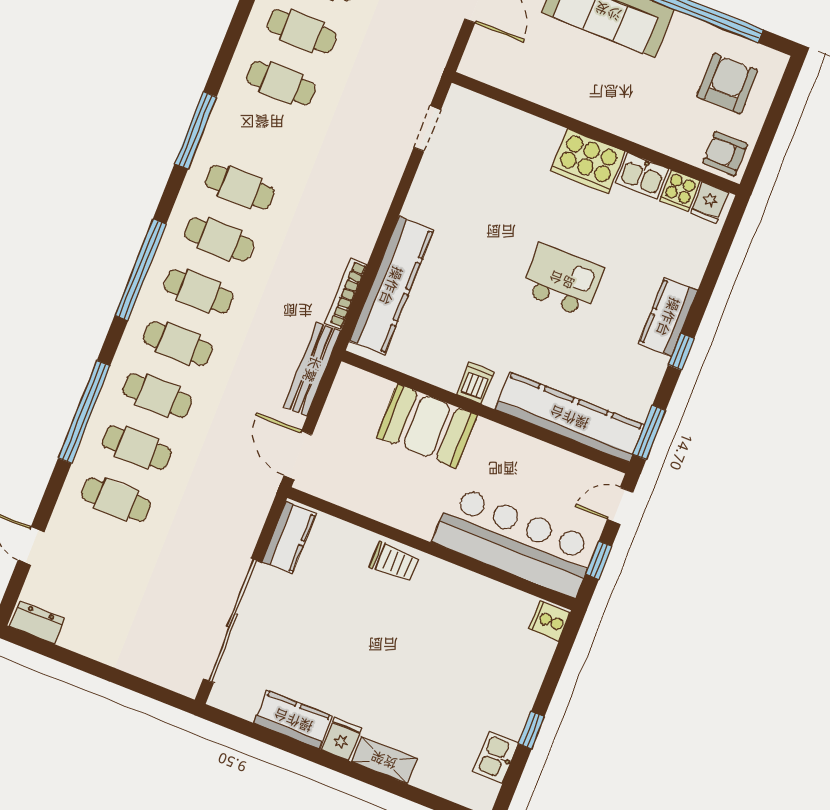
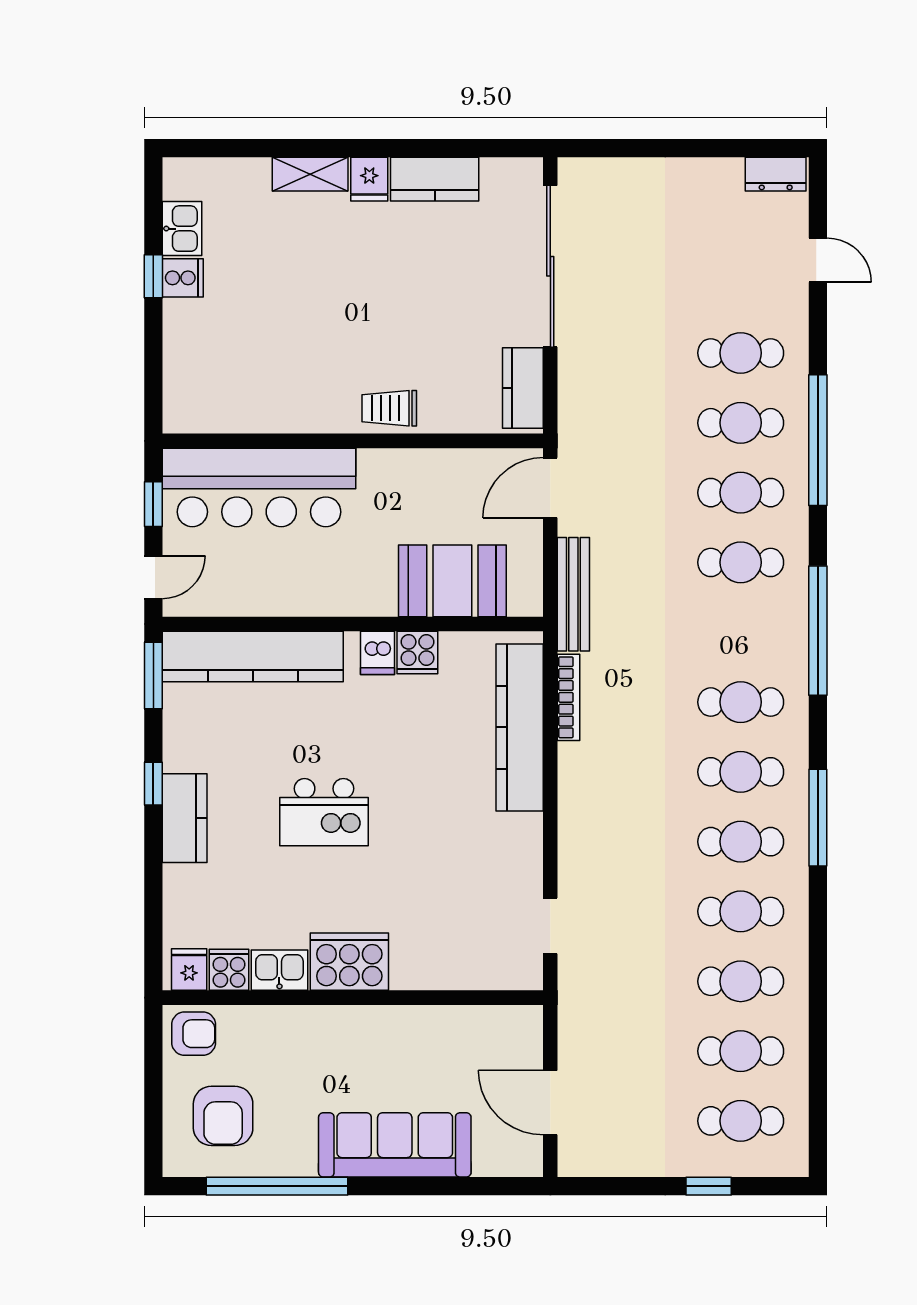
cafe table: (199, 291) -> (741, 842), moved
cooker: (446, 372) -> (417, 653), added
booth: (427, 426) -> (452, 581), moved
door: (298, 455) -> (550, 488), swing flipped
cooker: (549, 621) -> (183, 278), moved

